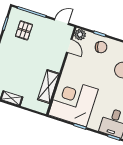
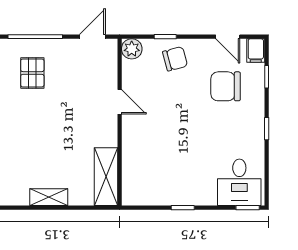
door: (69, 46) -> (120, 102), moved
shelving: (48, 87) -> (106, 177), moved
corner desk: (73, 102) -> (158, 169), removed

